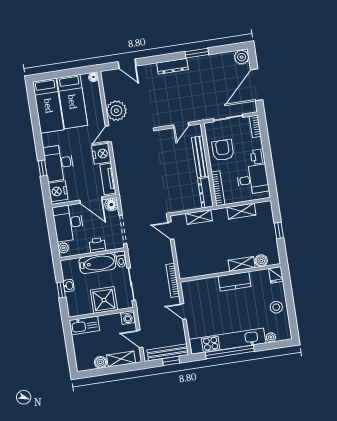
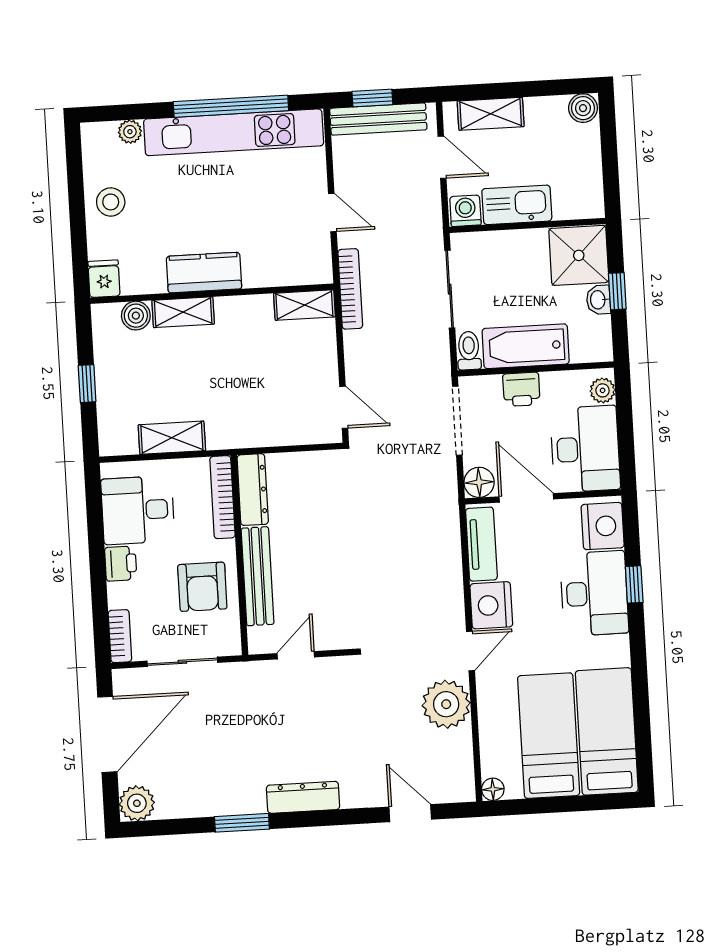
shelving: (199, 217) -> (304, 305), moved
shower: (104, 300) -> (579, 255), moved
kitchen sink: (84, 325) -> (517, 205), moved
boiler: (101, 362) -> (583, 108), moved

